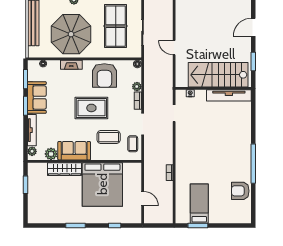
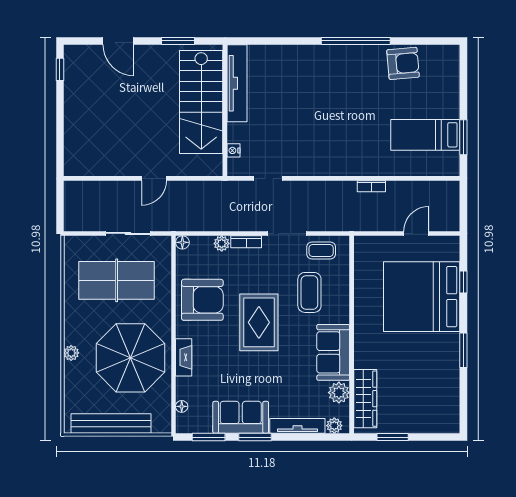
wardrobe: (65, 169) -> (365, 399), moved
bed: (102, 184) -> (422, 297), moved, turned 180
armchair: (240, 191) -> (403, 63), turned -95

